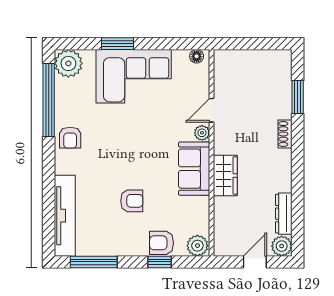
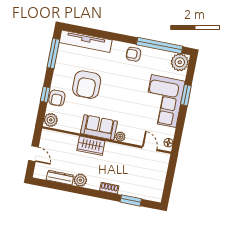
door: (211, 110) -> (150, 149), moved
armchair: (132, 201) -> (87, 85), width x1.88, depth x1.88
armchair: (162, 243) -> (57, 98), turned 180
plant: (282, 246) -> (80, 180), moved

